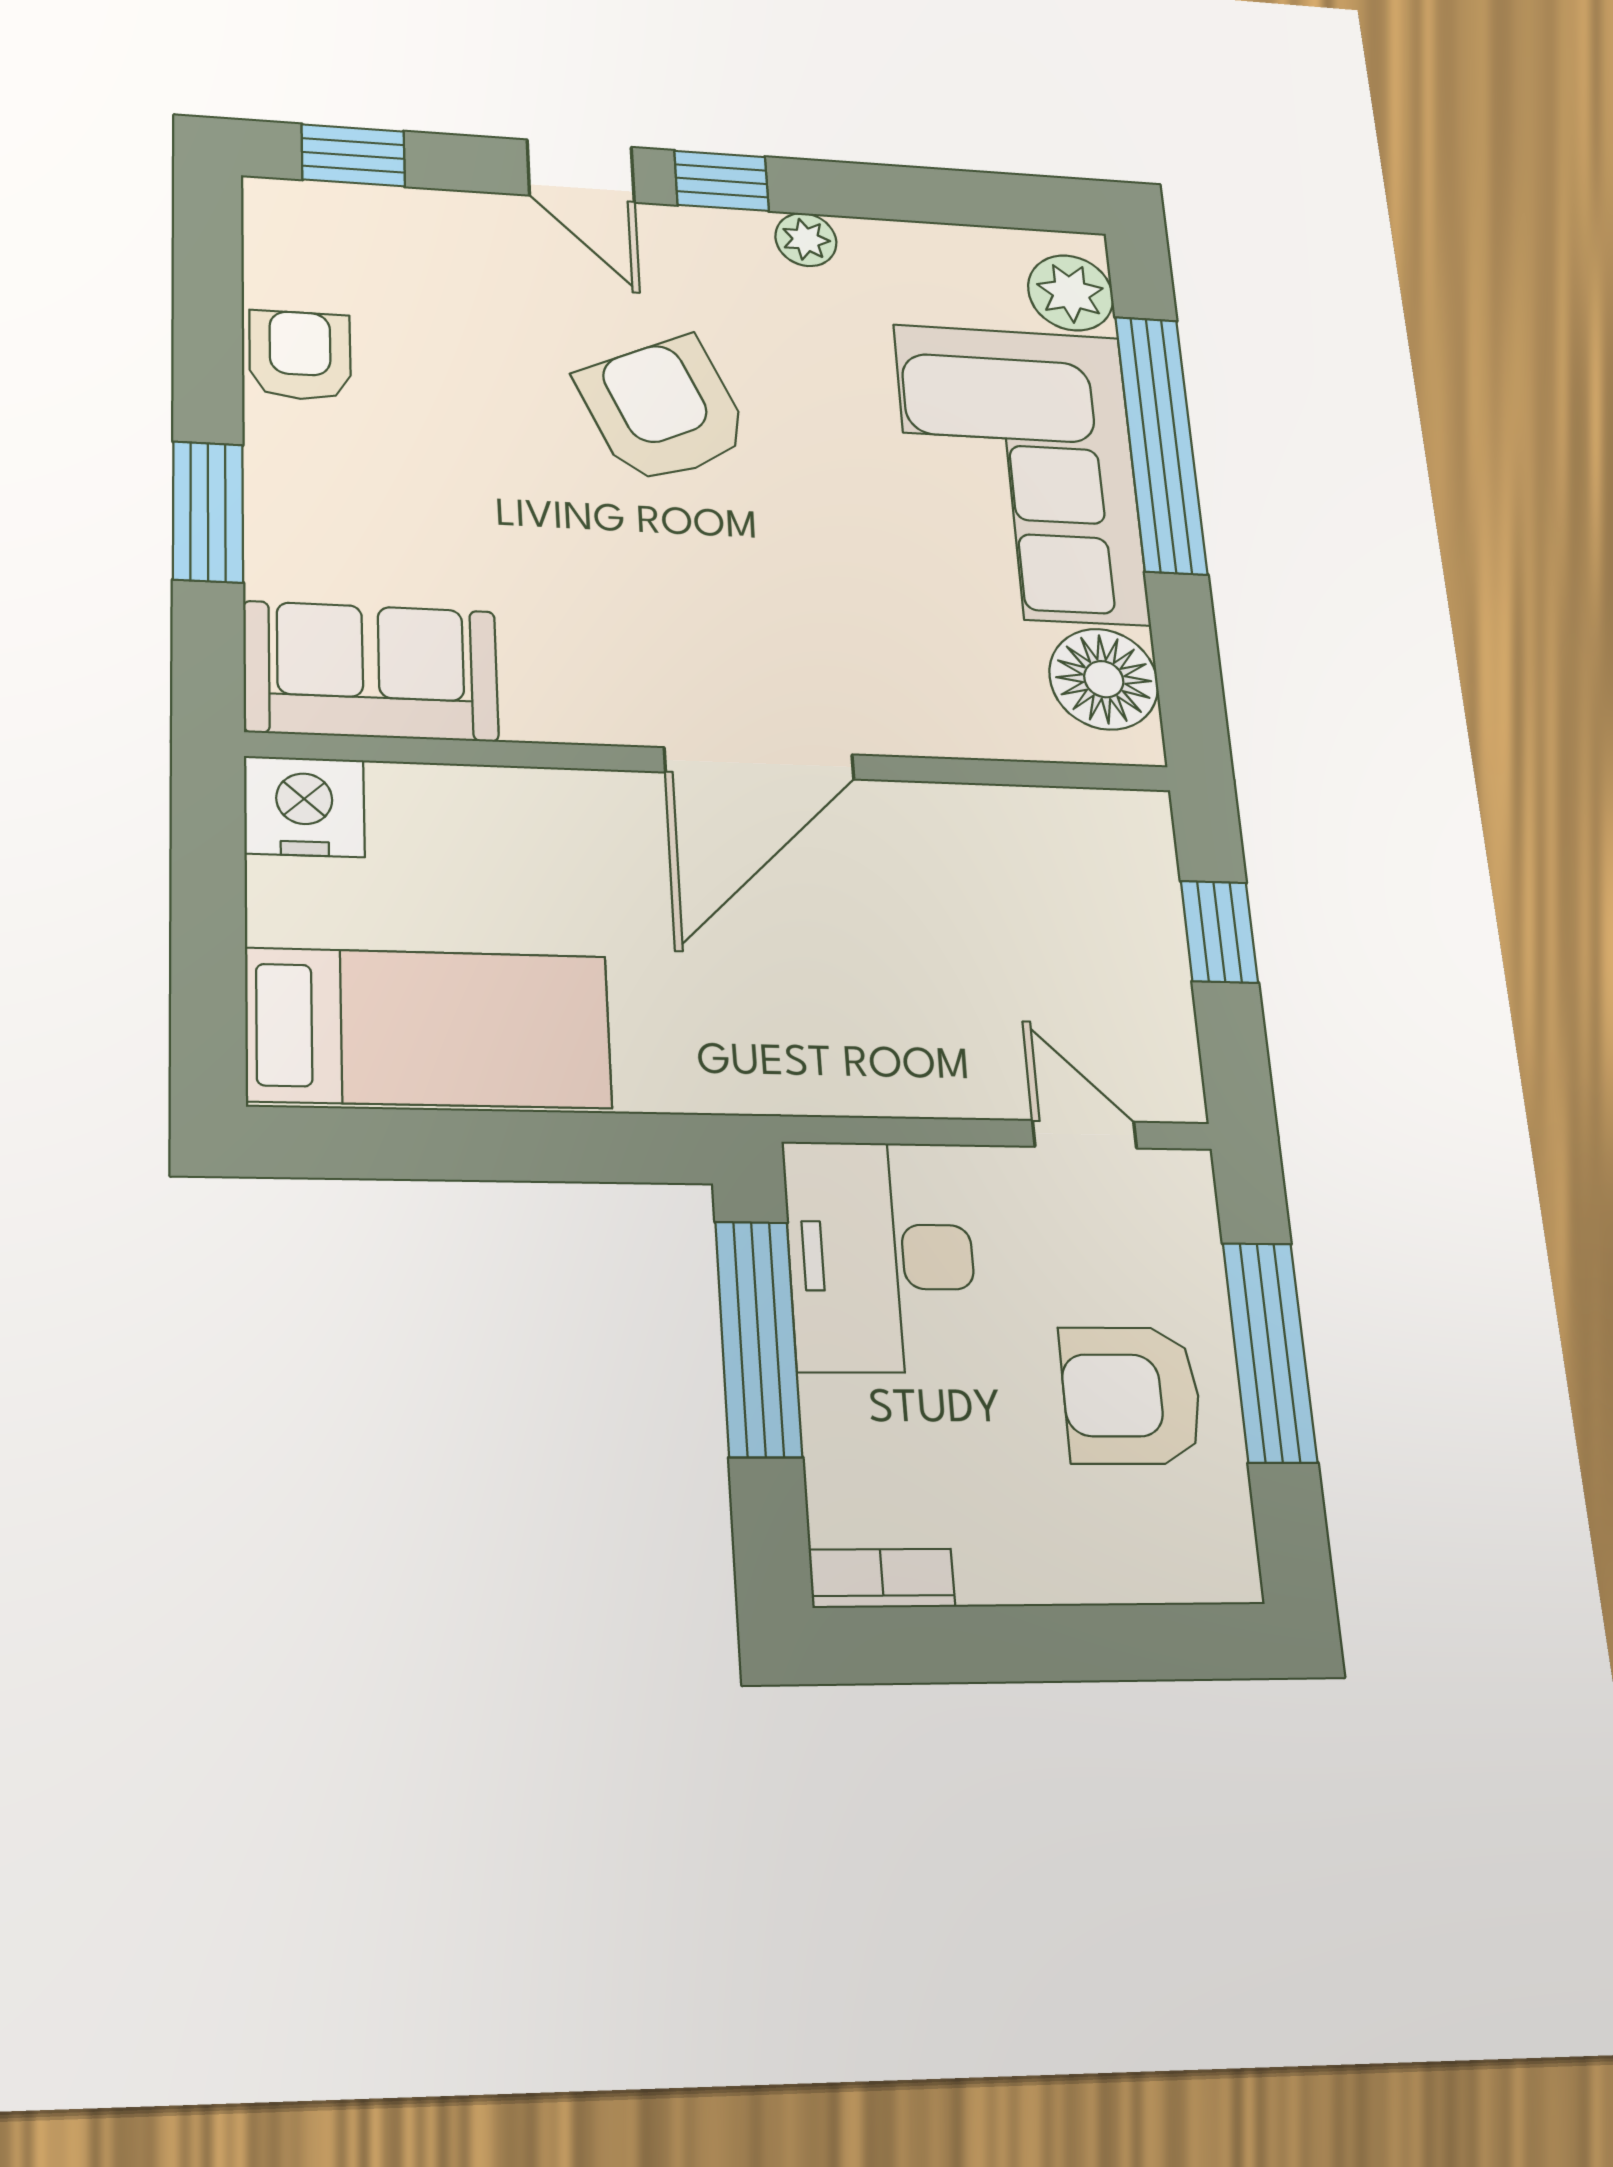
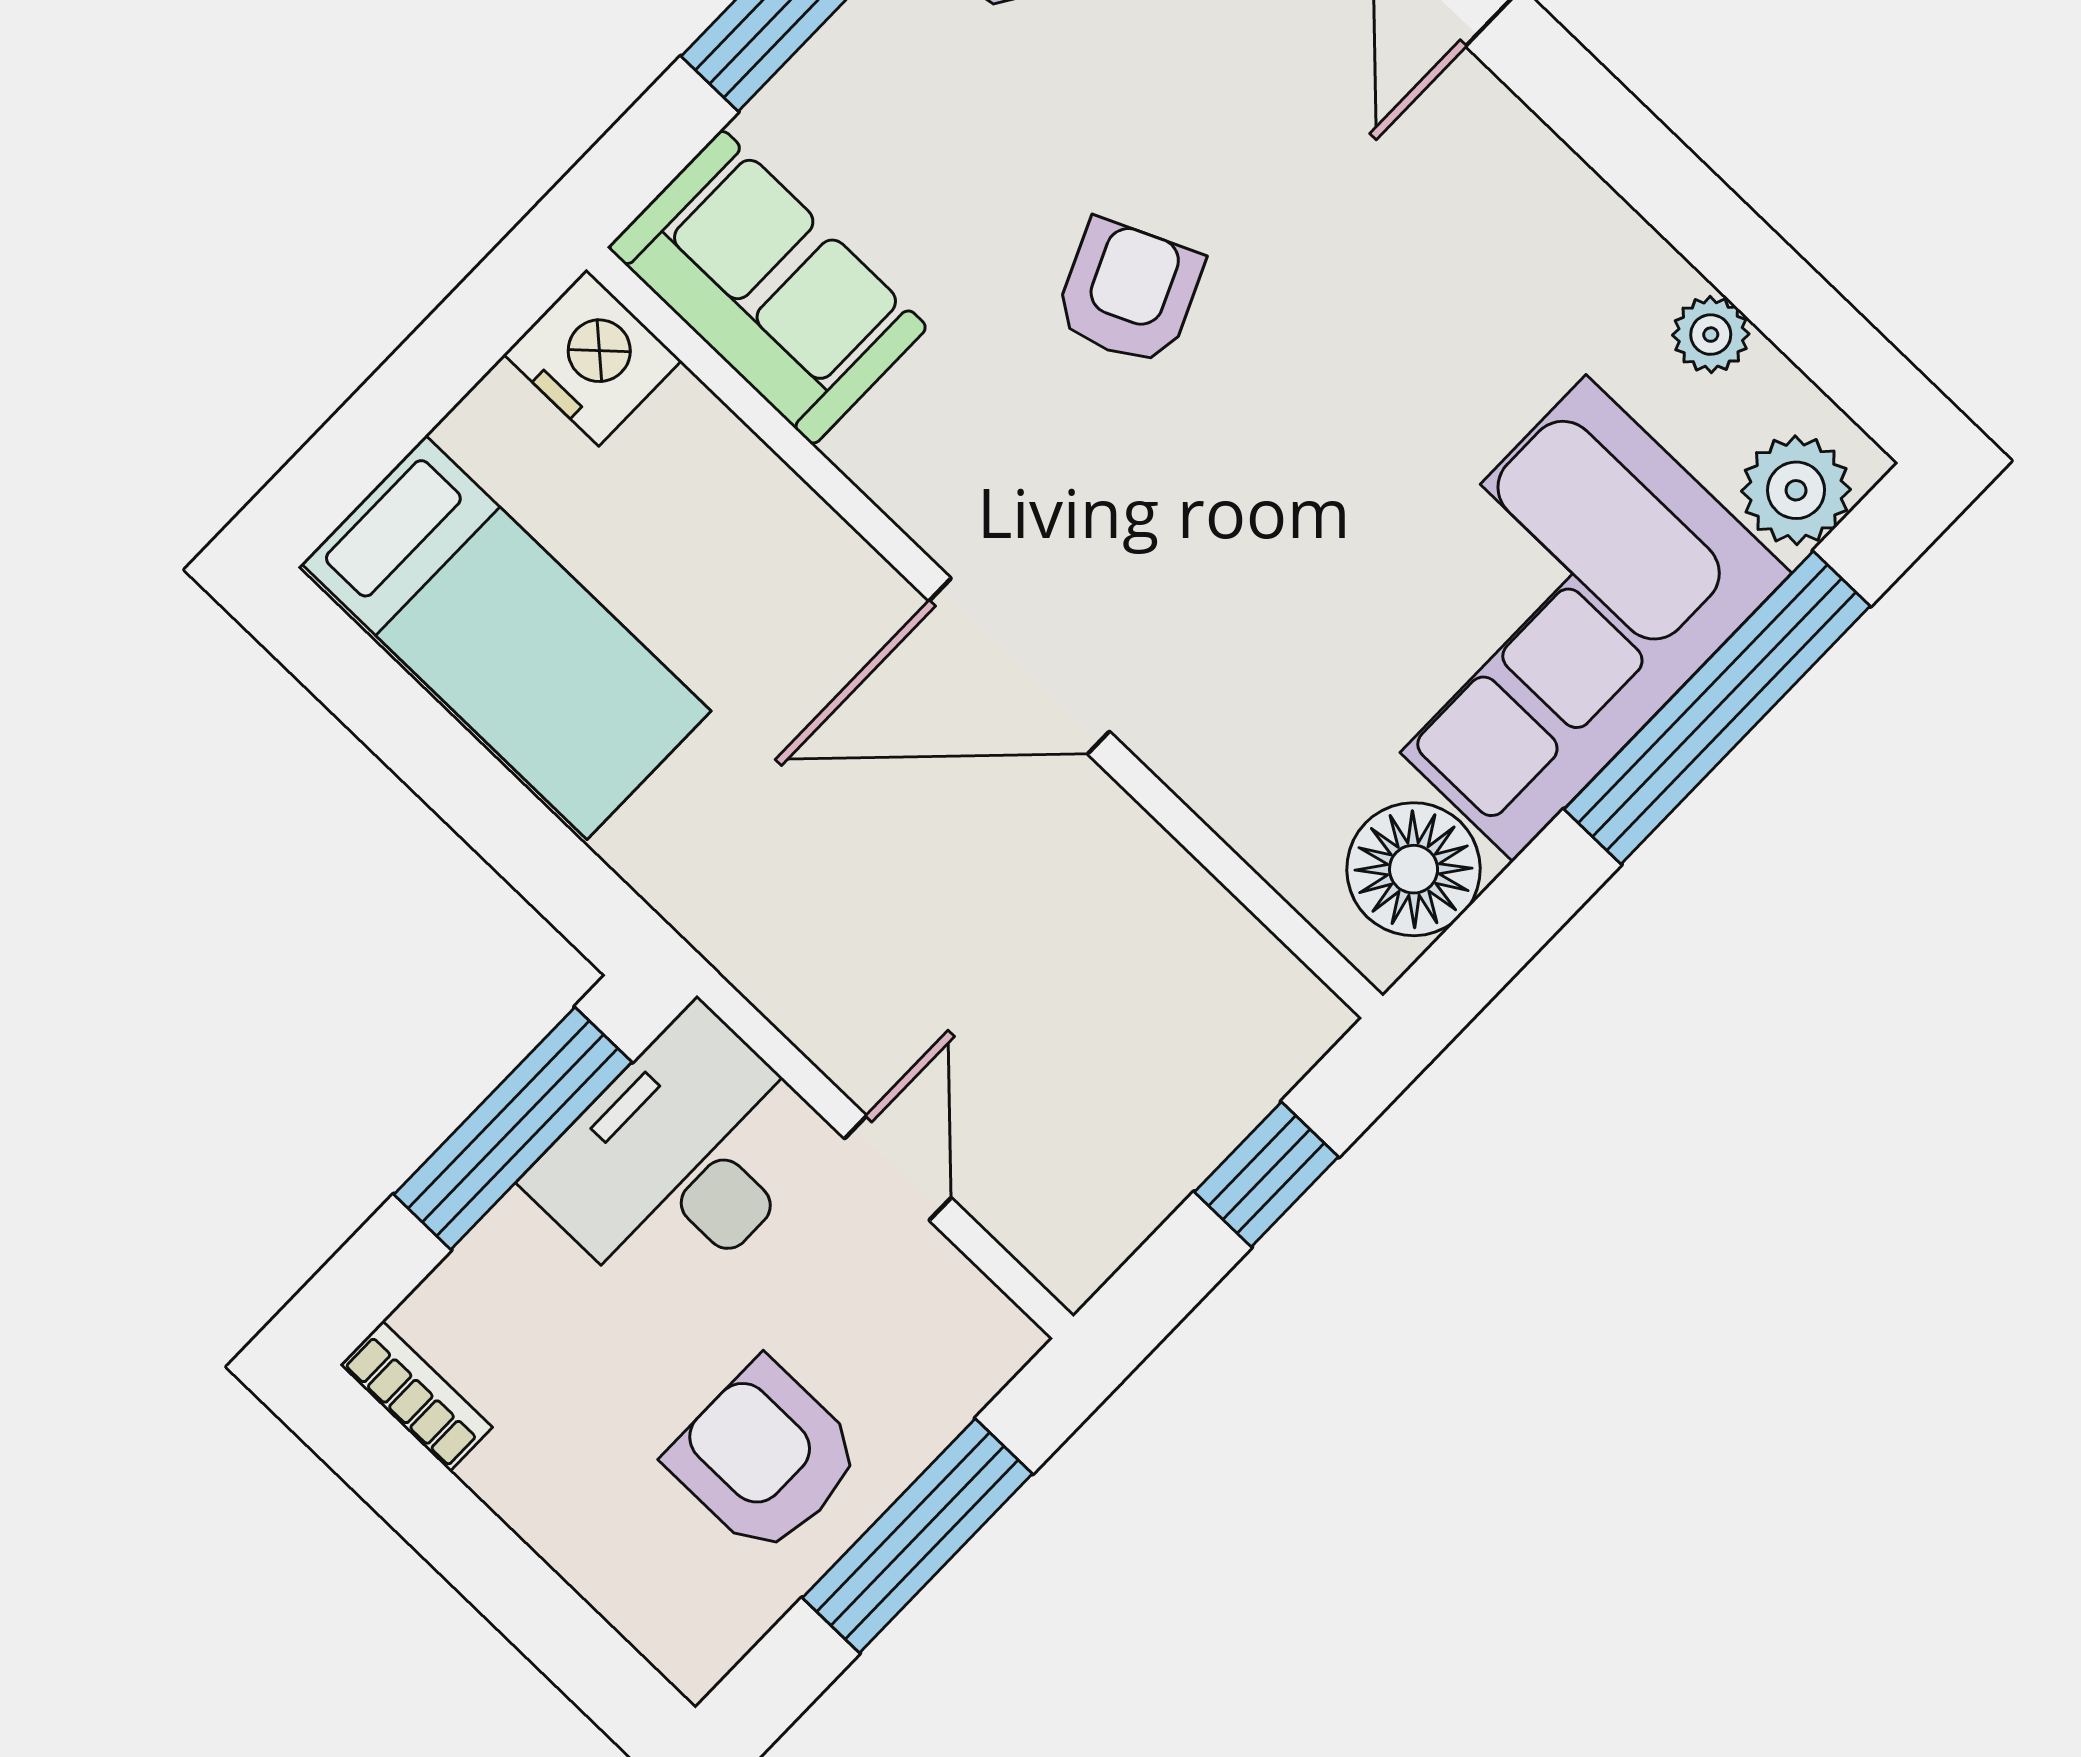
window: (722, 181) -> (1574, 94), removed
plant: (806, 240) -> (1711, 335), moved
armchair: (664, 410) -> (1129, 293), moved, width x0.72, depth x0.72
door: (1085, 1134) -> (898, 1168), moved

